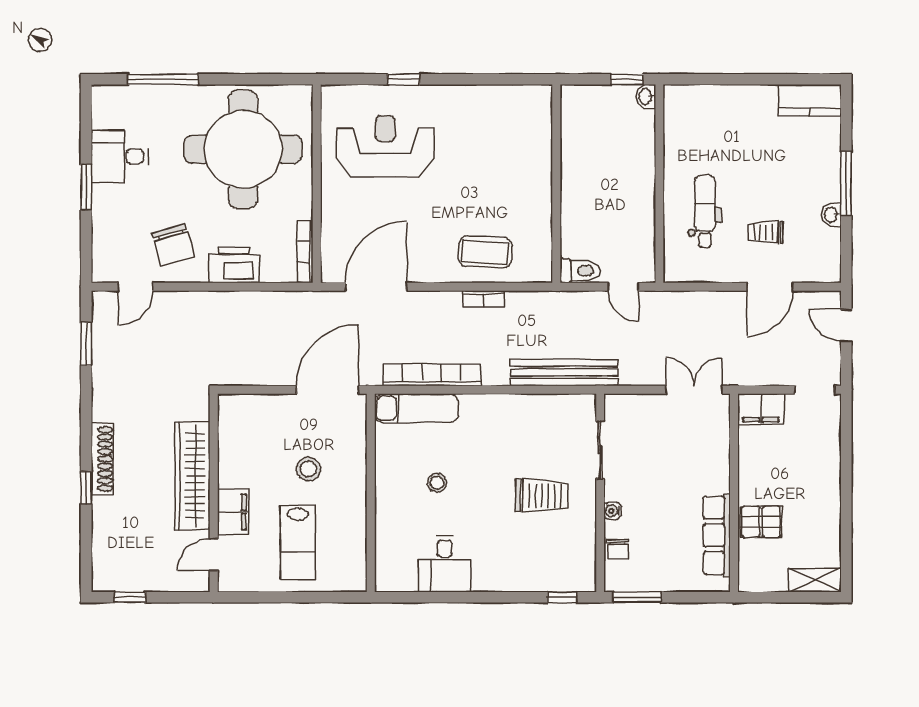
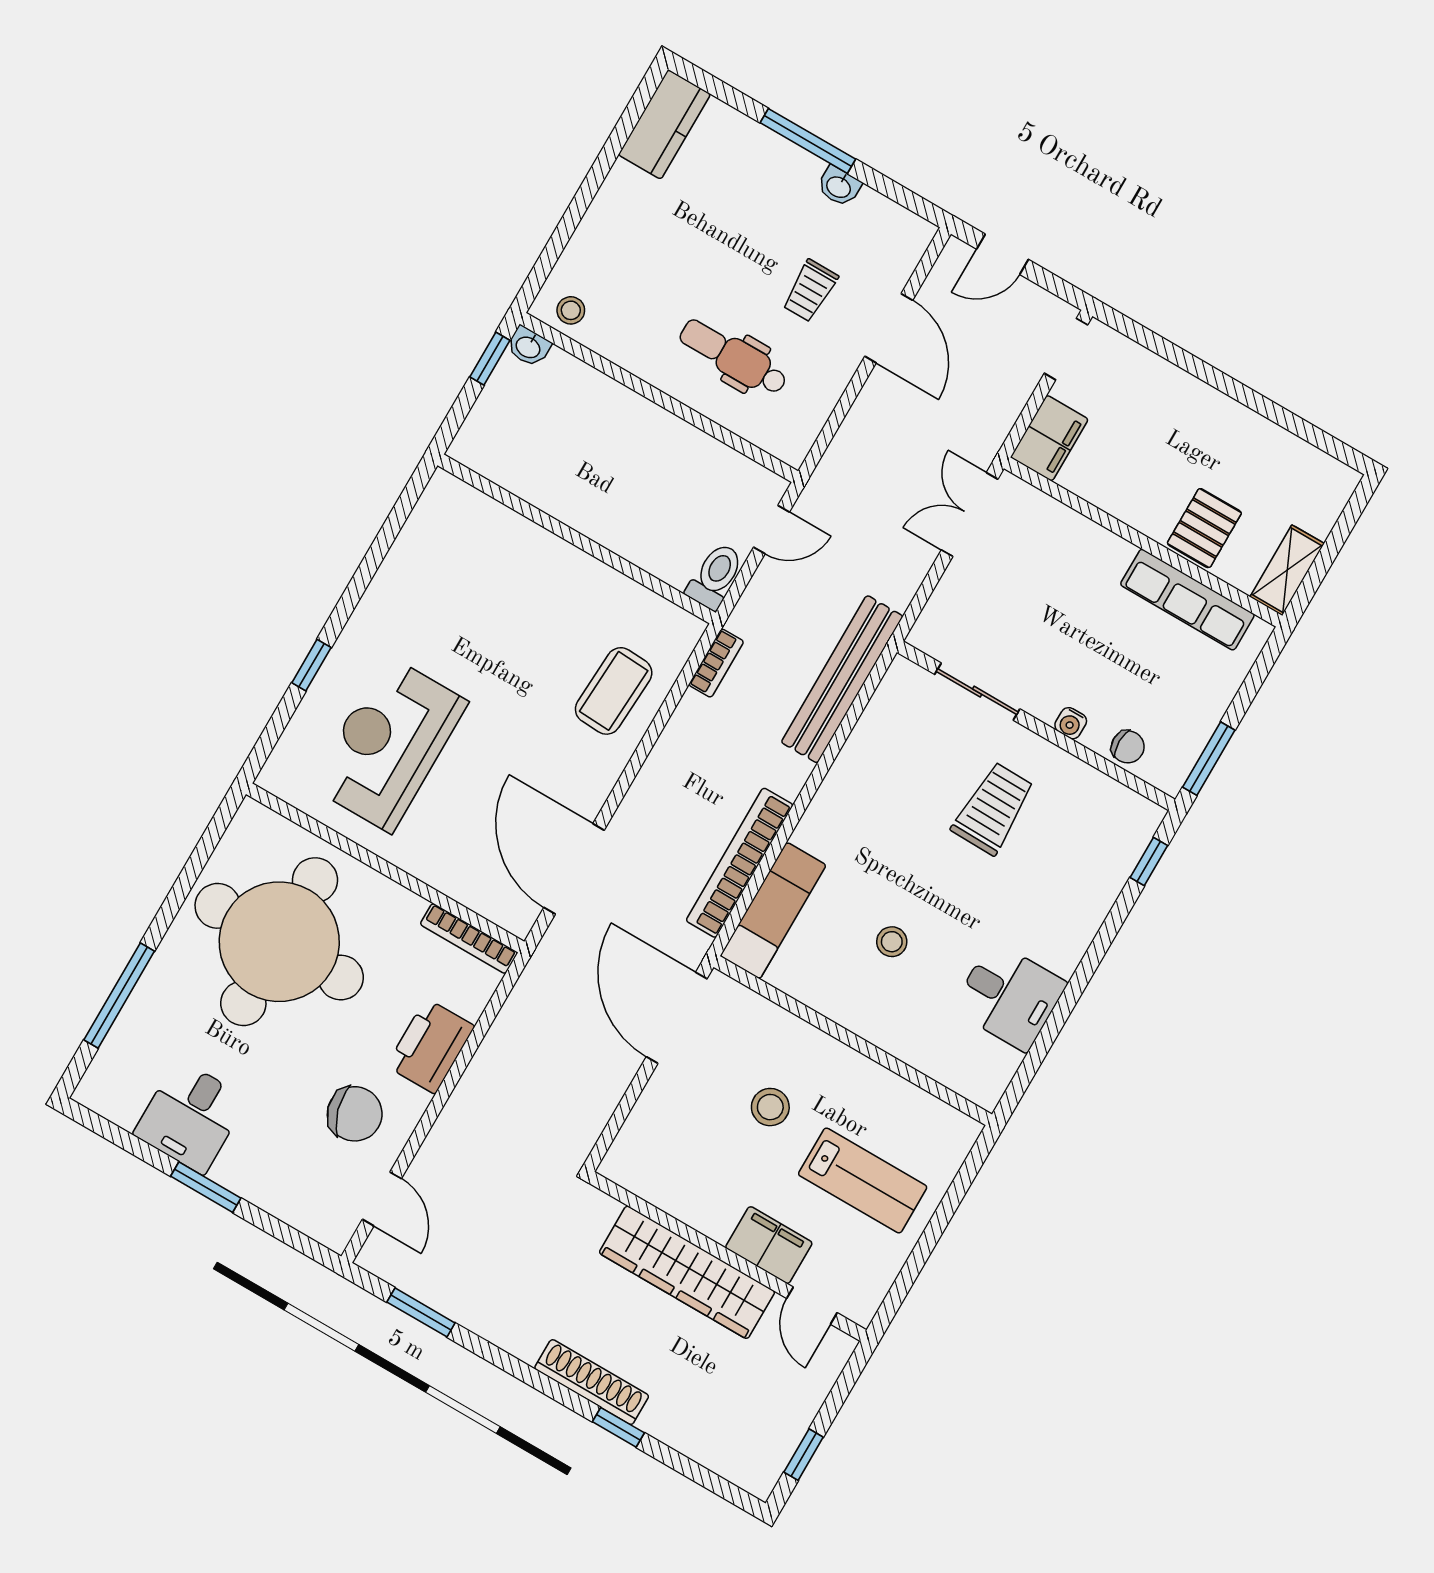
stool: (679, 108) -> (571, 310), added
bookcase: (484, 299) -> (716, 663), moved
shelving: (815, 580) -> (1287, 570), moved

